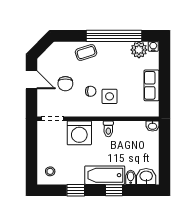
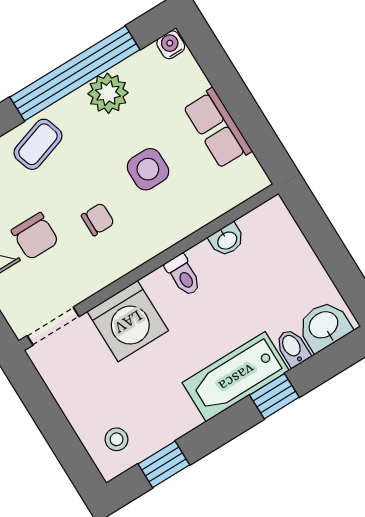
plant: (139, 50) -> (108, 93), moved
side table: (110, 96) -> (148, 169), moved
washbasin: (153, 126) -> (227, 240), moved
window: (76, 190) -> (164, 464), moved

